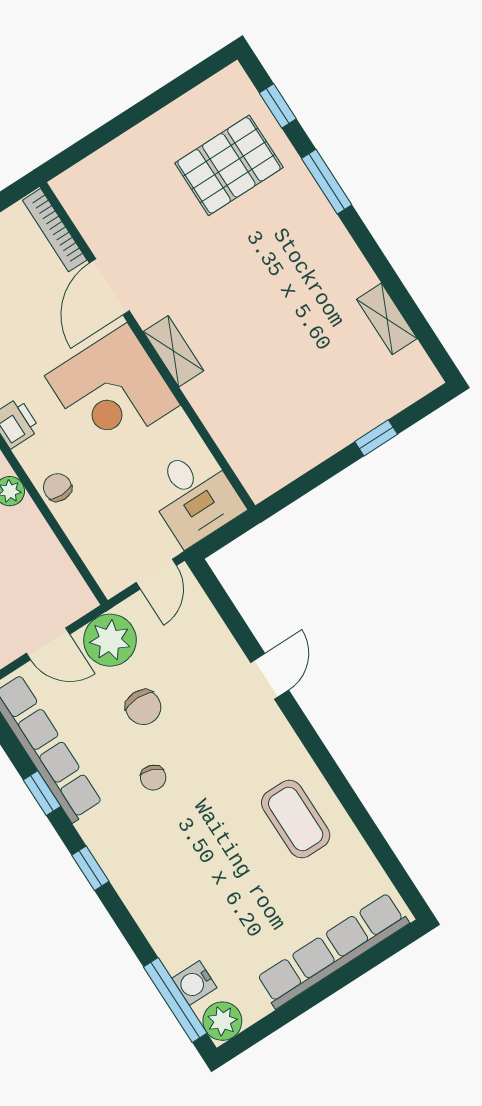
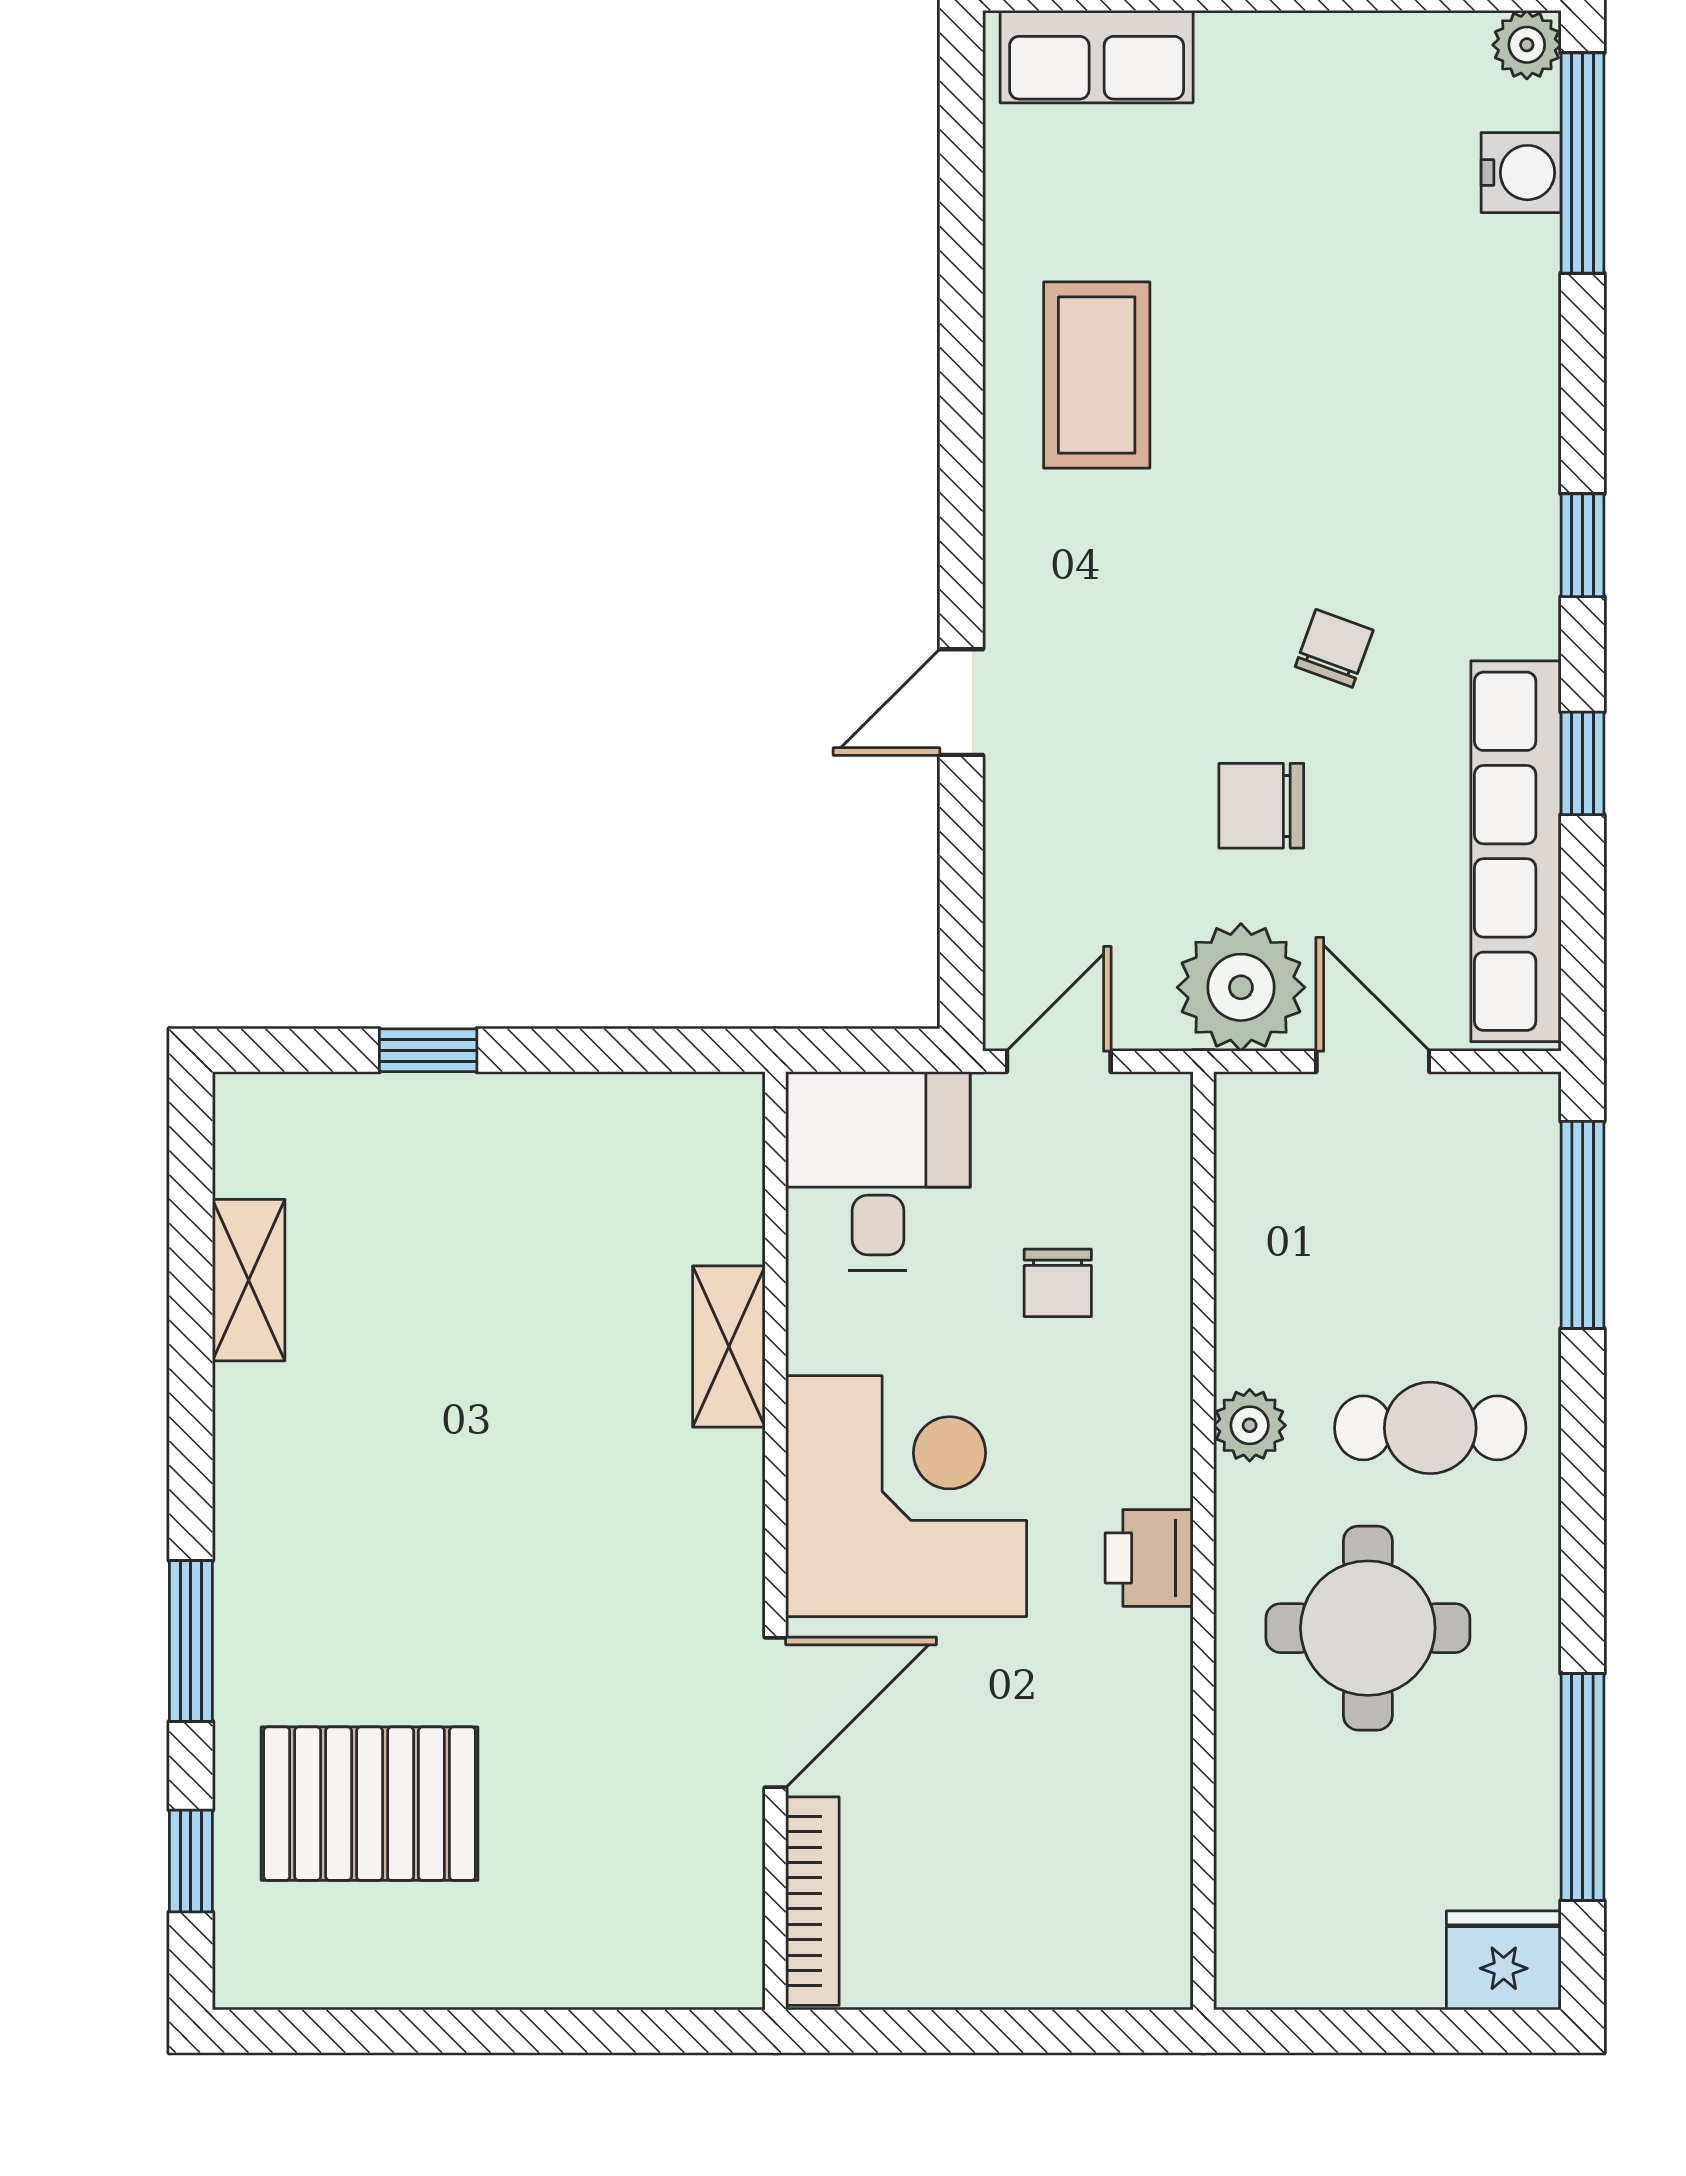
shelving: (173, 351) -> (729, 1346), moved
chair: (57, 487) -> (1058, 1283), moved
chair: (143, 707) -> (1261, 806), turned -90
row of seats: (333, 951) -> (1097, 57), width x0.50
plant: (222, 1021) -> (1527, 45), width x0.73, depth x0.73

